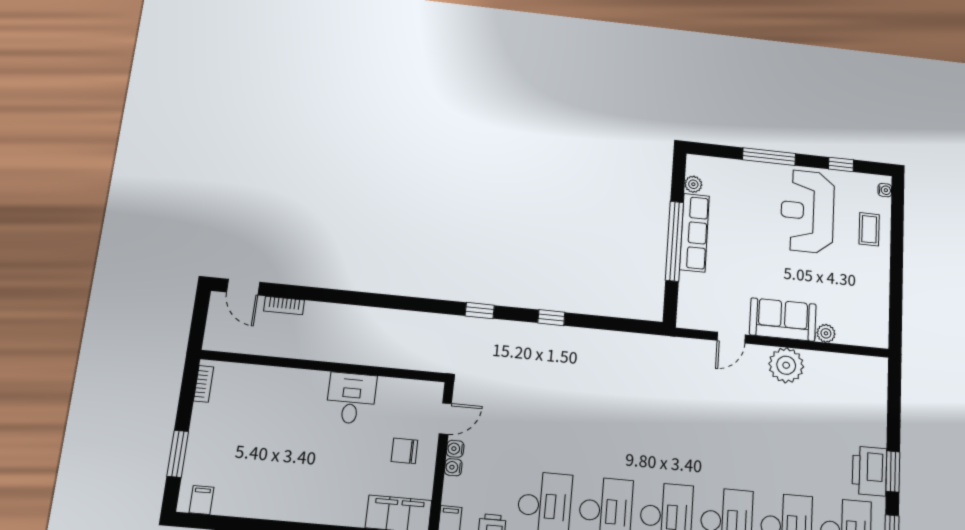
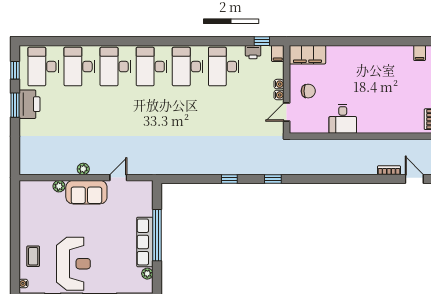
plant: (786, 365) -> (83, 169), width x0.53, depth x0.53

